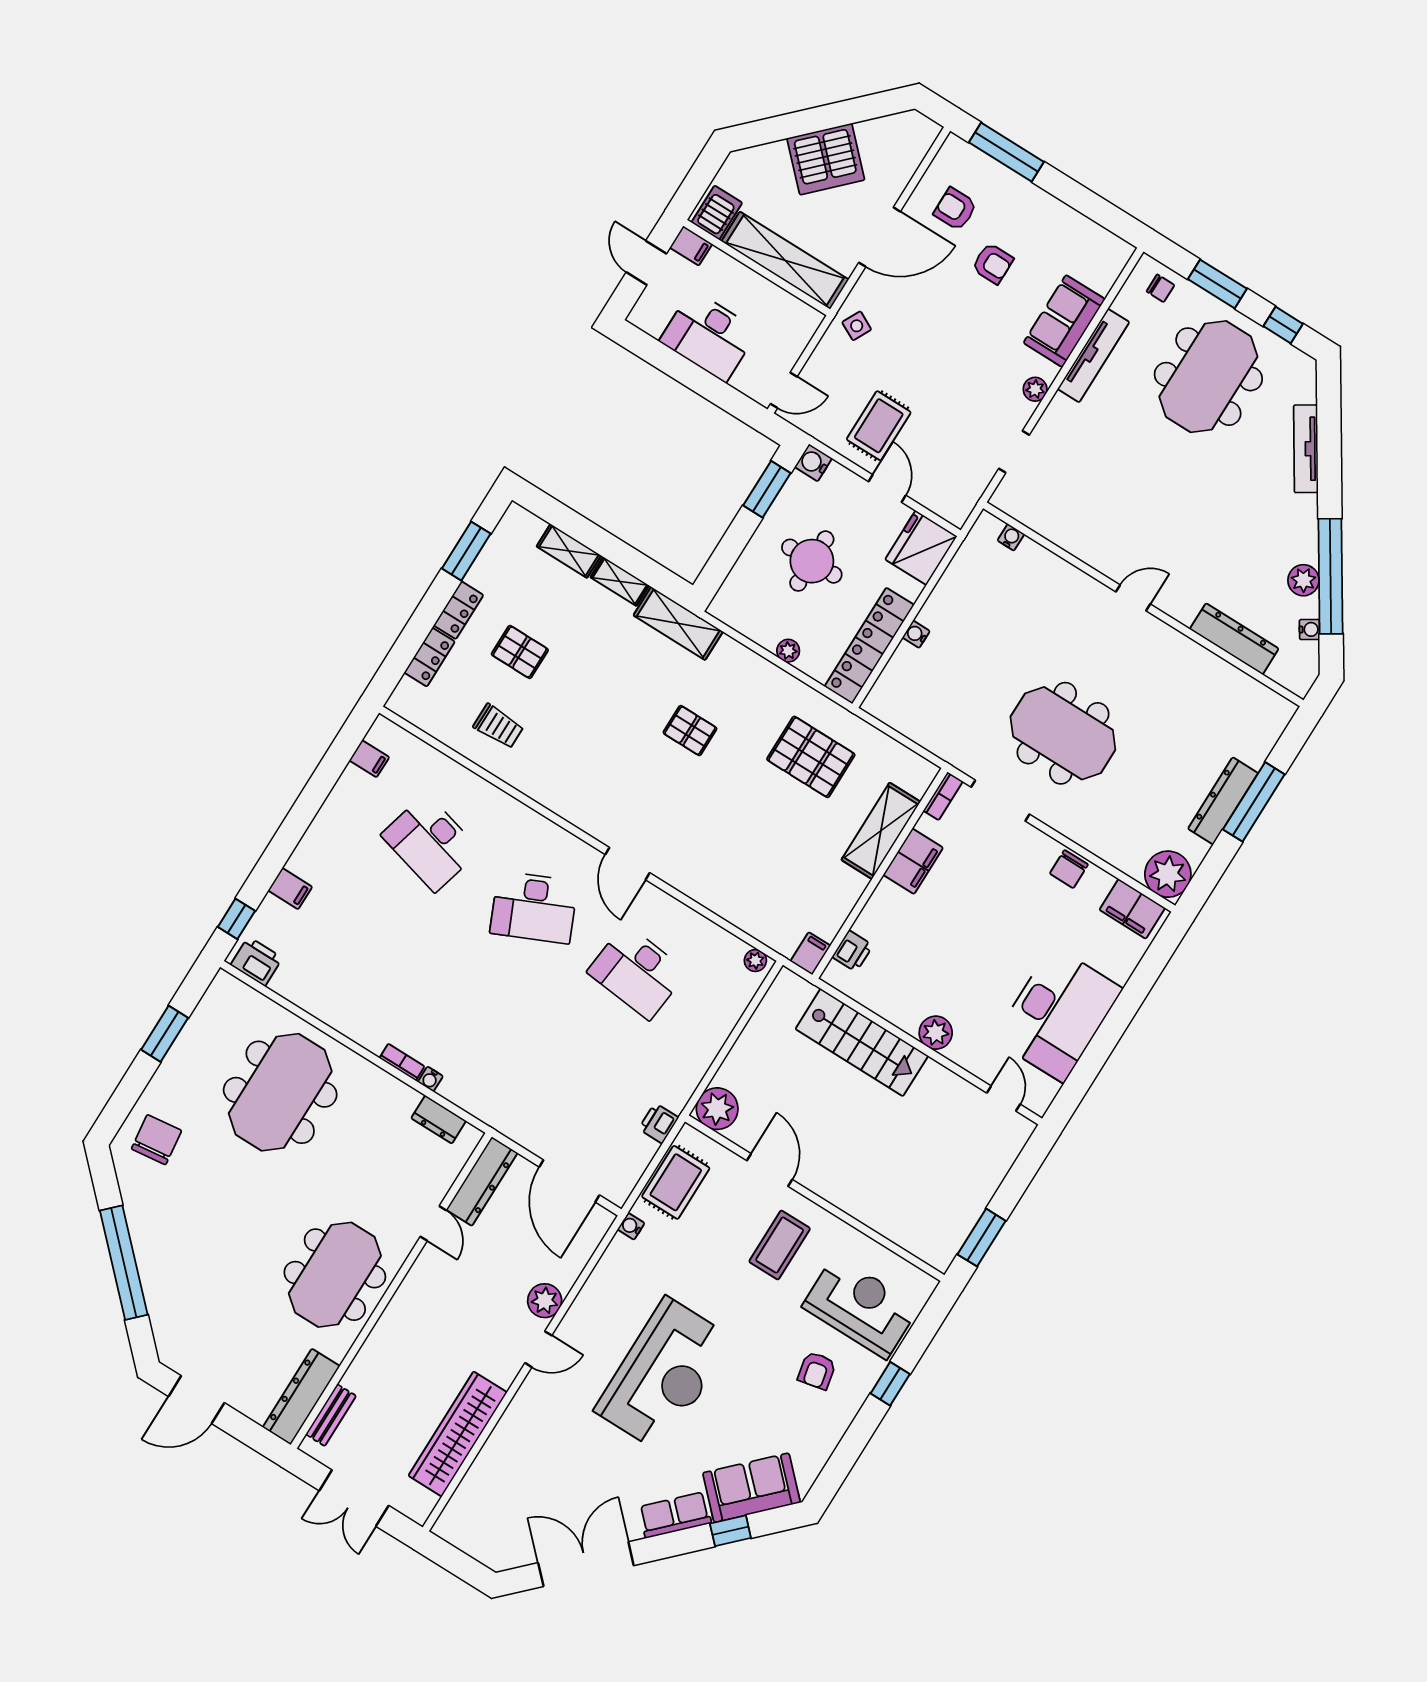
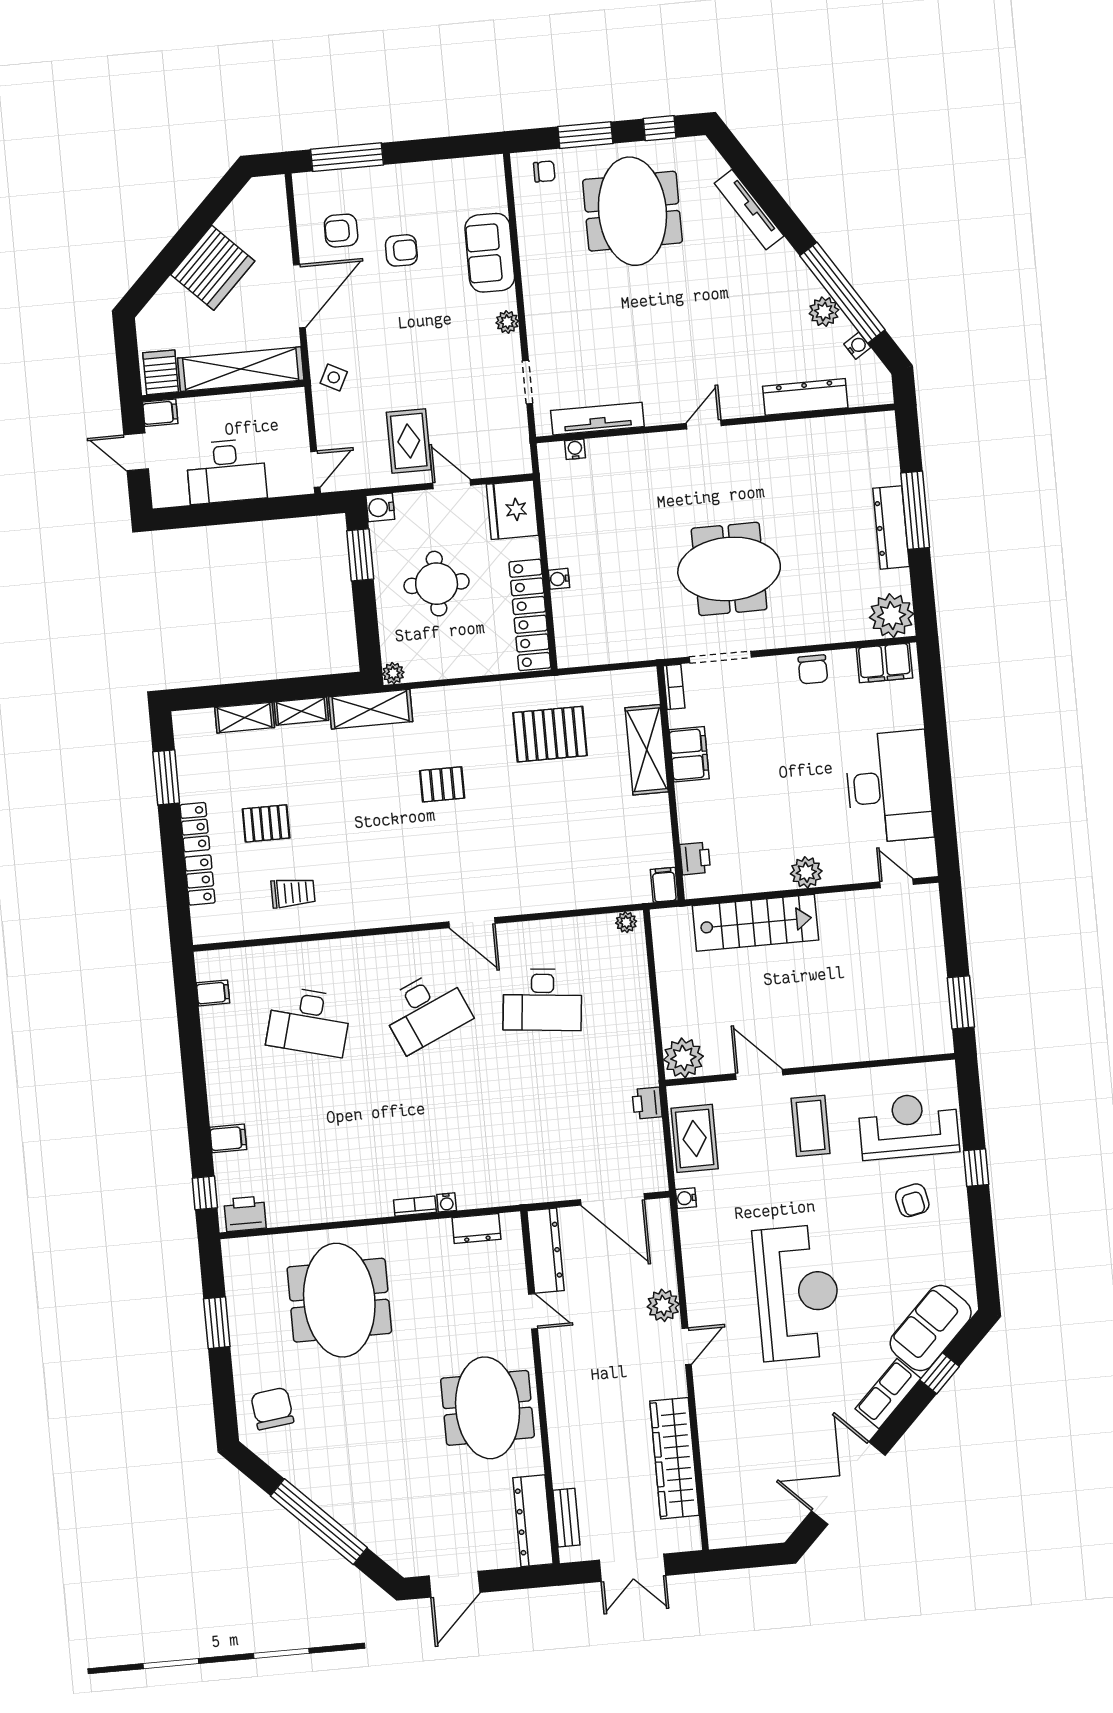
tv unit: (1093, 356) -> (597, 419), moved, turned -90
plant: (788, 651) -> (393, 673), moved

